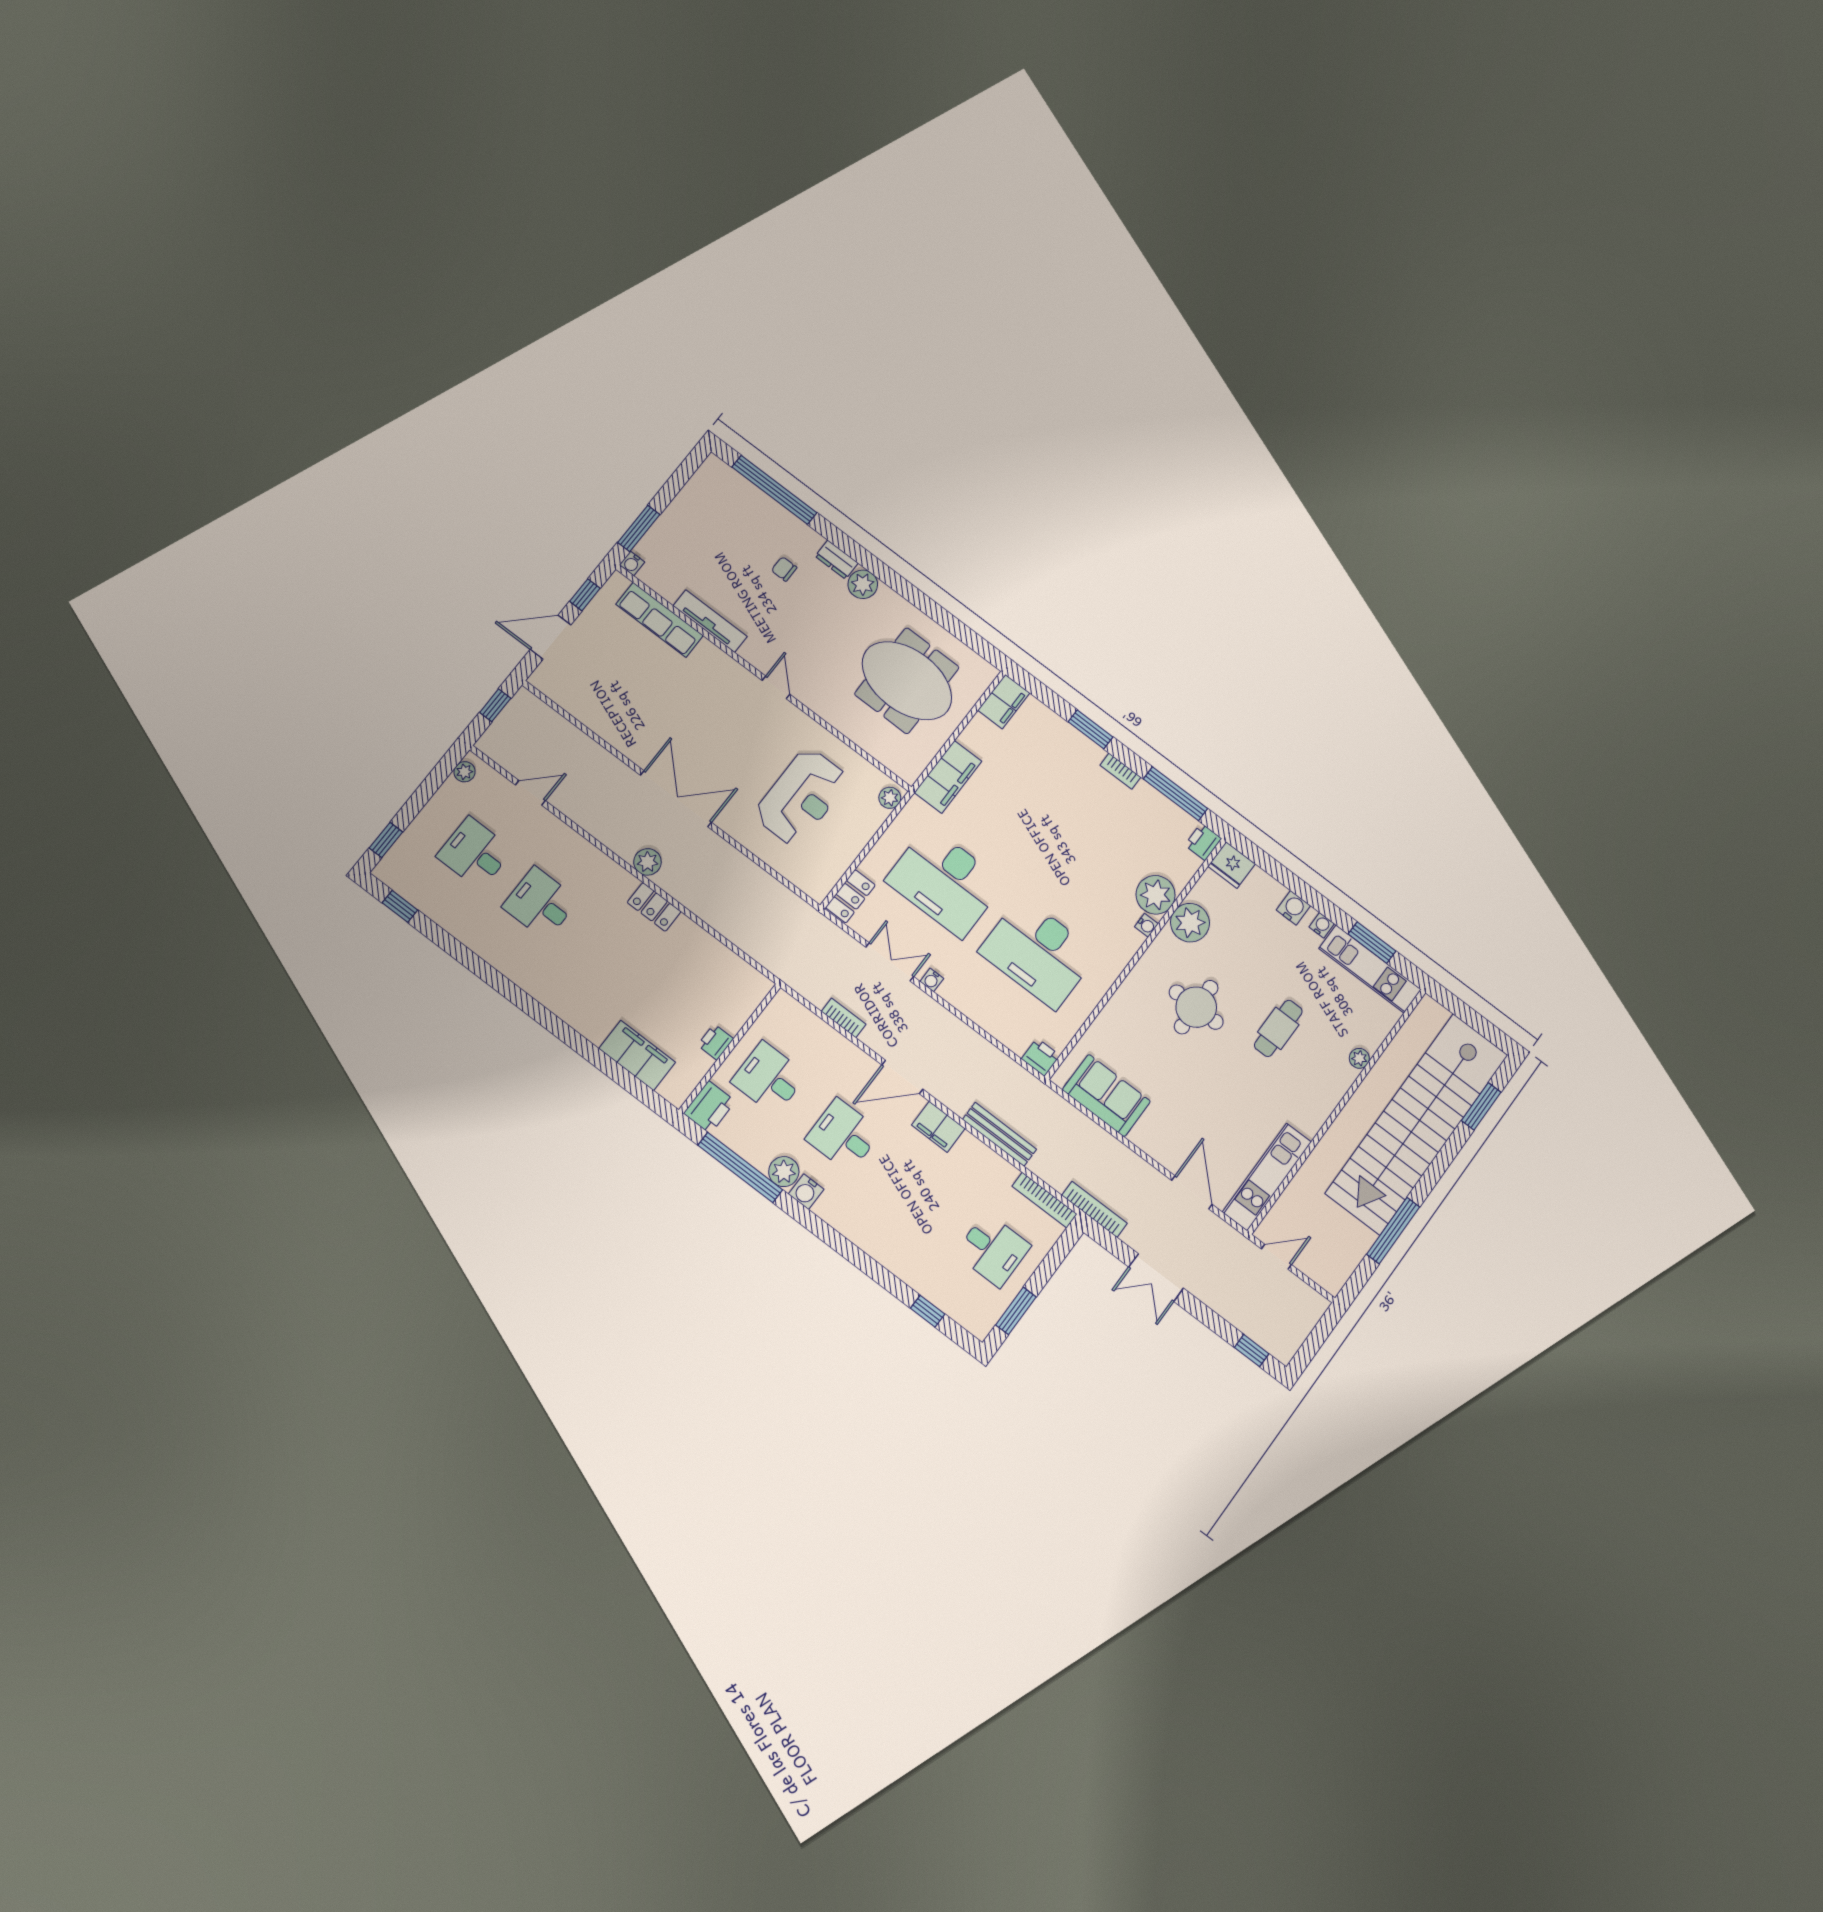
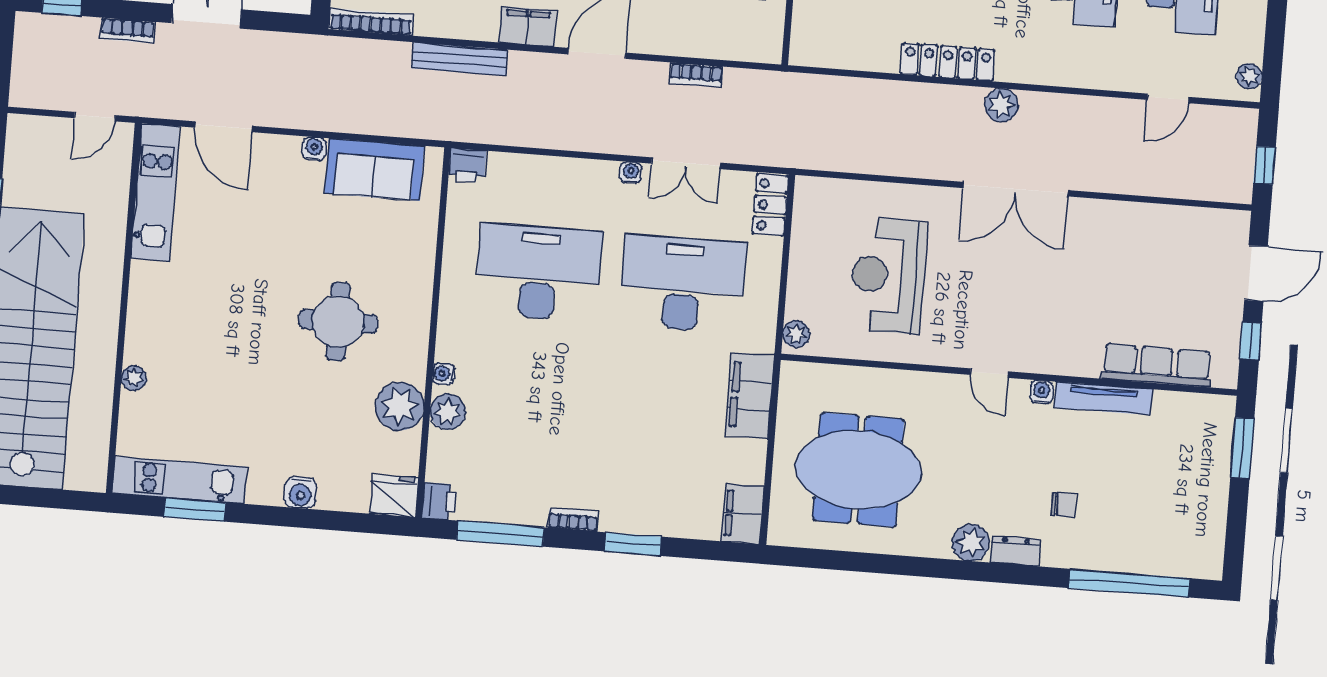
water cooler: (632, 563) -> (1041, 392), moved
plant: (1156, 895) -> (448, 412), width x0.73, depth x0.73
locker: (654, 907) -> (948, 62), width x1.53
water cooler: (1322, 925) -> (314, 149), moved, turned 180
cafe table: (1278, 1028) -> (238, 355), removed
bookcase: (1095, 1209) -> (127, 30), moved, width x0.64

